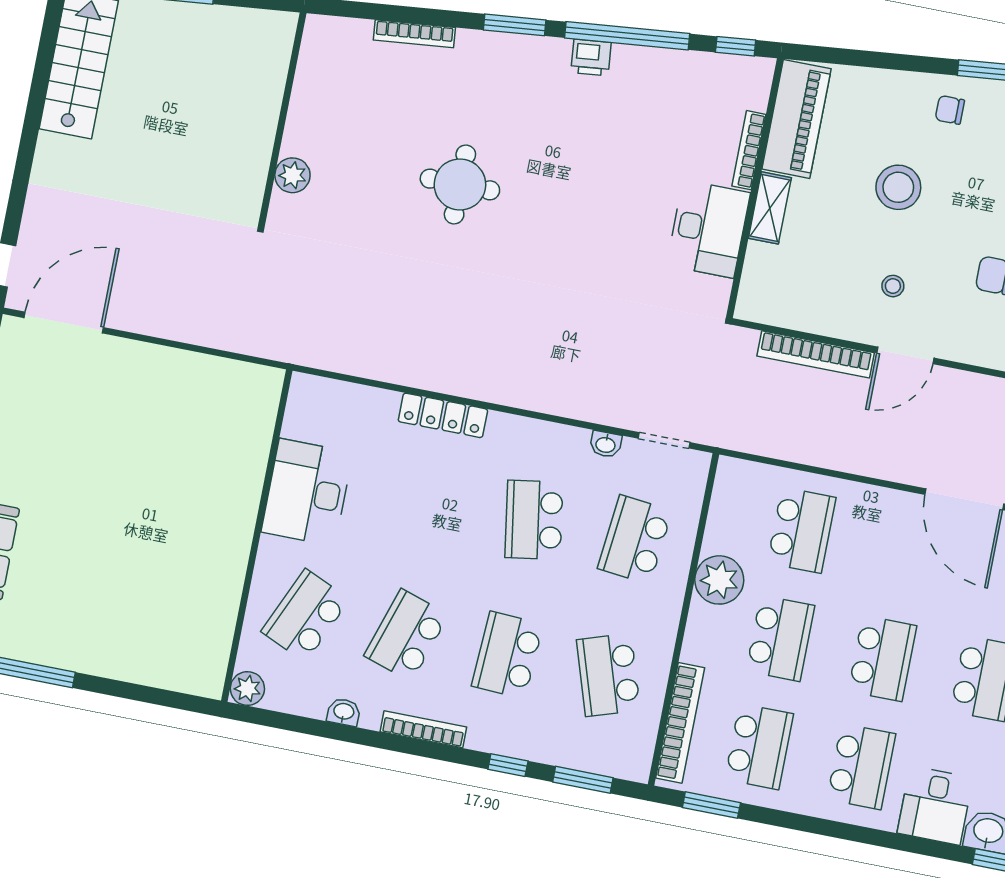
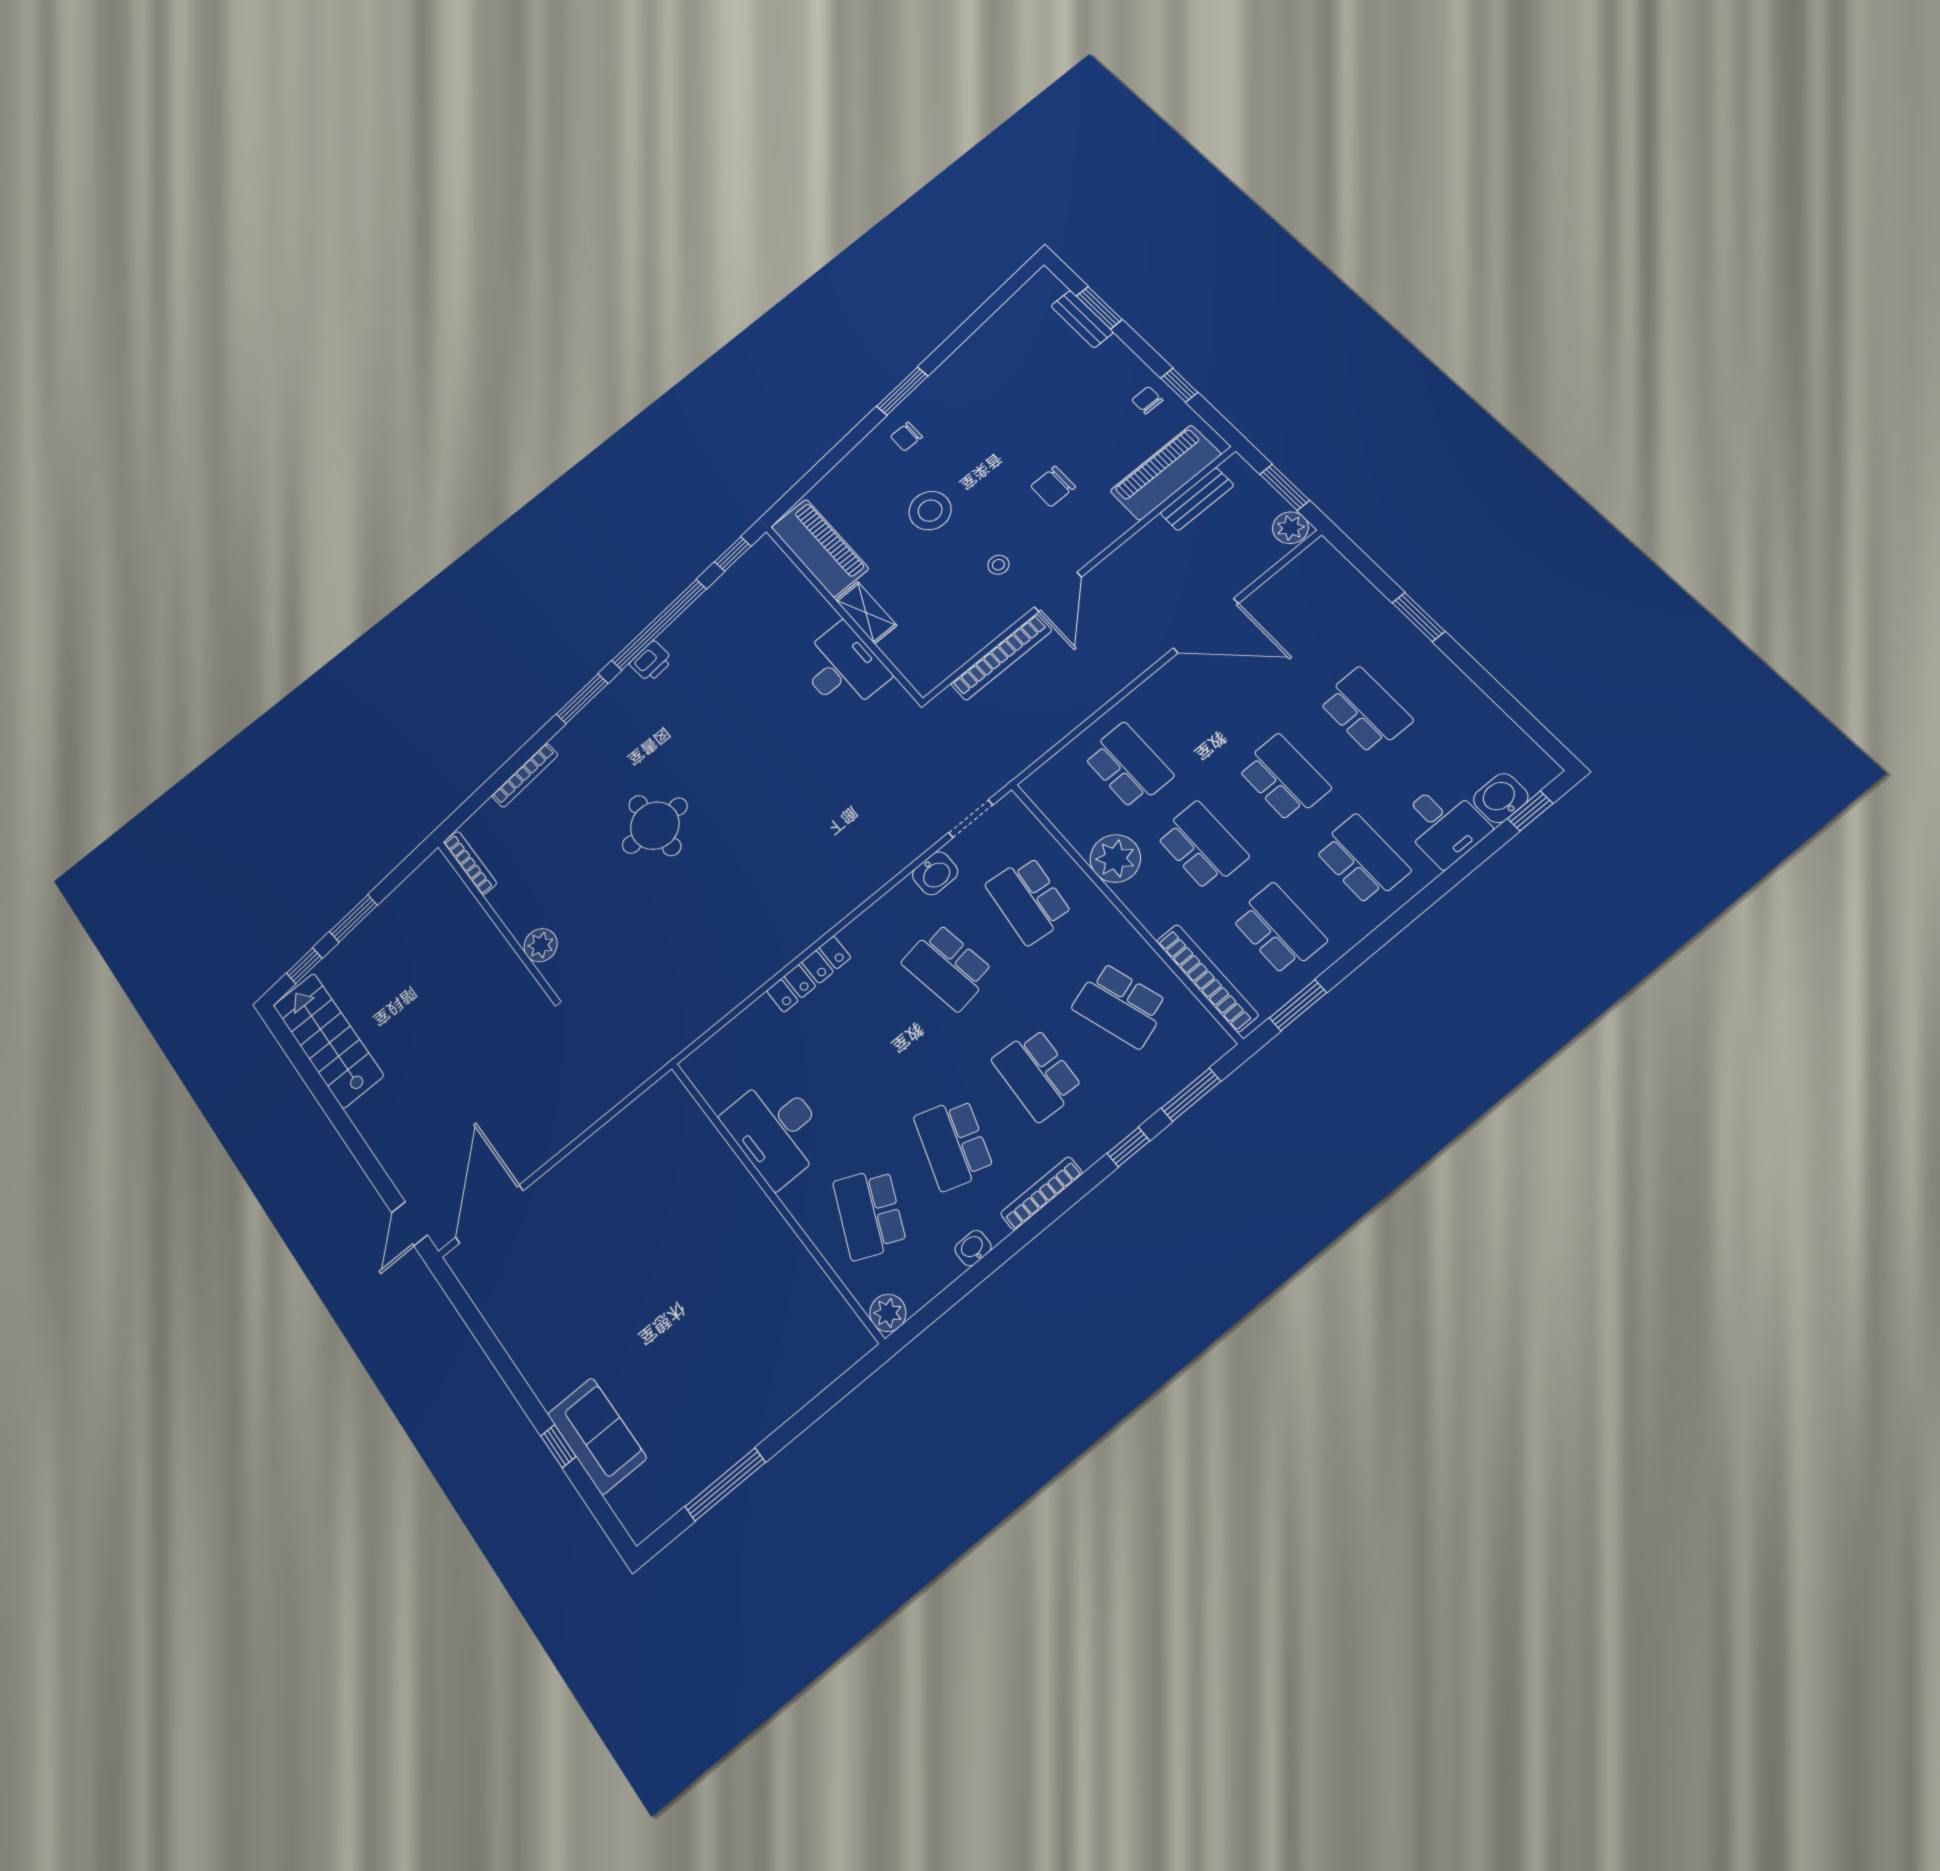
bookcase: (749, 150) -> (470, 863), moved, turned 180
washbasin: (606, 444) -> (935, 873), width x1.38, depth x1.45

